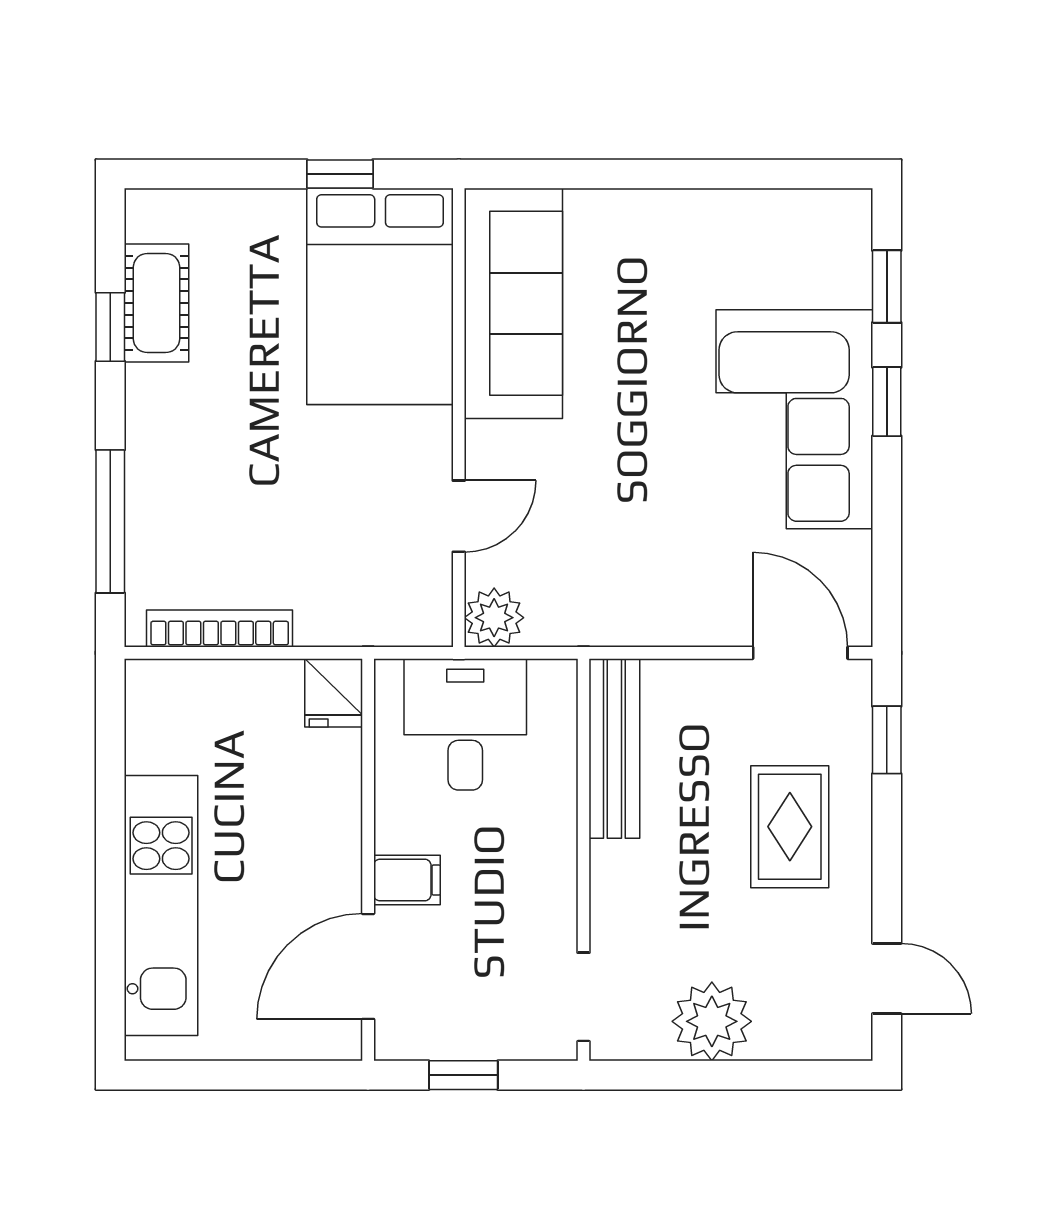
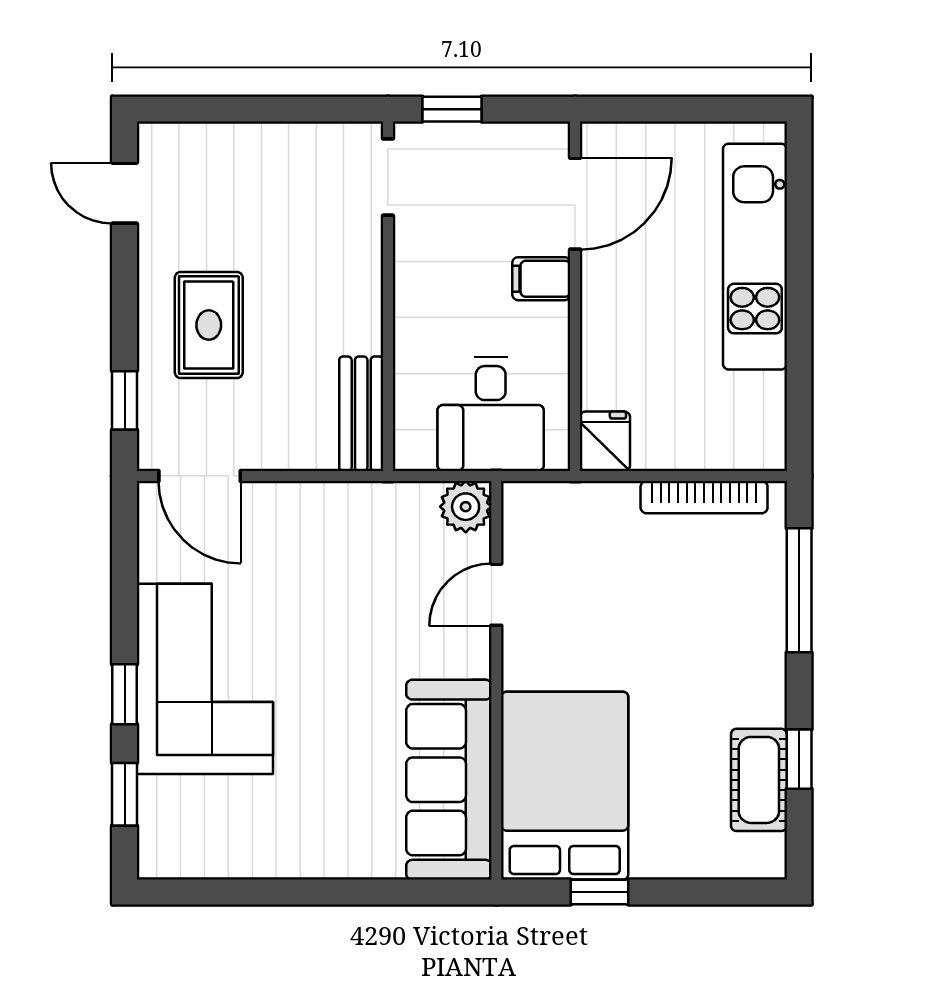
bench: (614, 749) -> (361, 414), width x0.73
plant: (712, 1021) -> (277, 156), removed
window: (463, 1075) -> (452, 109), moved

